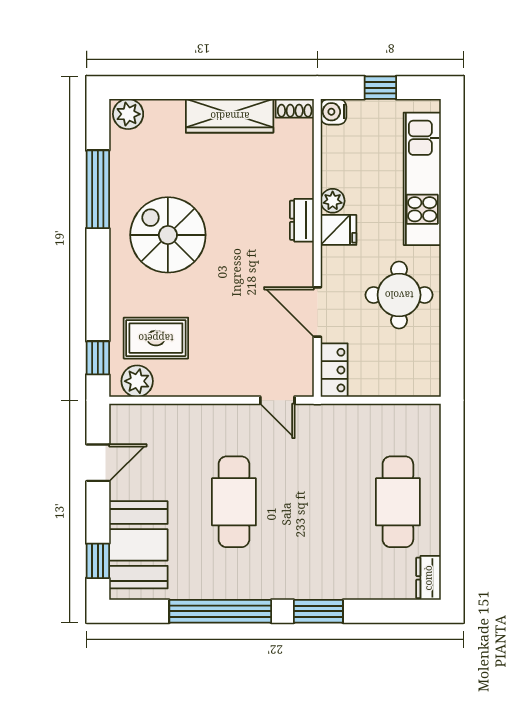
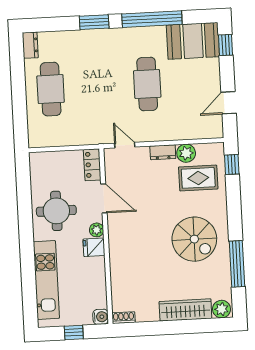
wardrobe: (230, 116) -> (185, 310), moved
plant: (333, 201) -> (97, 230), moved
dresser: (302, 220) -> (163, 152), moved, turned 90
plant: (137, 381) -> (186, 153), moved
booth: (138, 545) -> (193, 41), moved, turned 90

